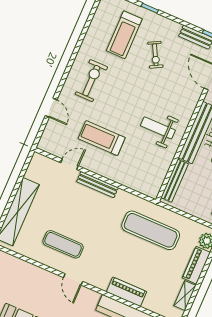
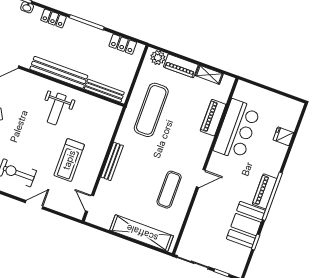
door: (51, 108) -> (34, 205), moved
door: (70, 164) -> (90, 203), moved
piano: (127, 292) -> (213, 118), moved

